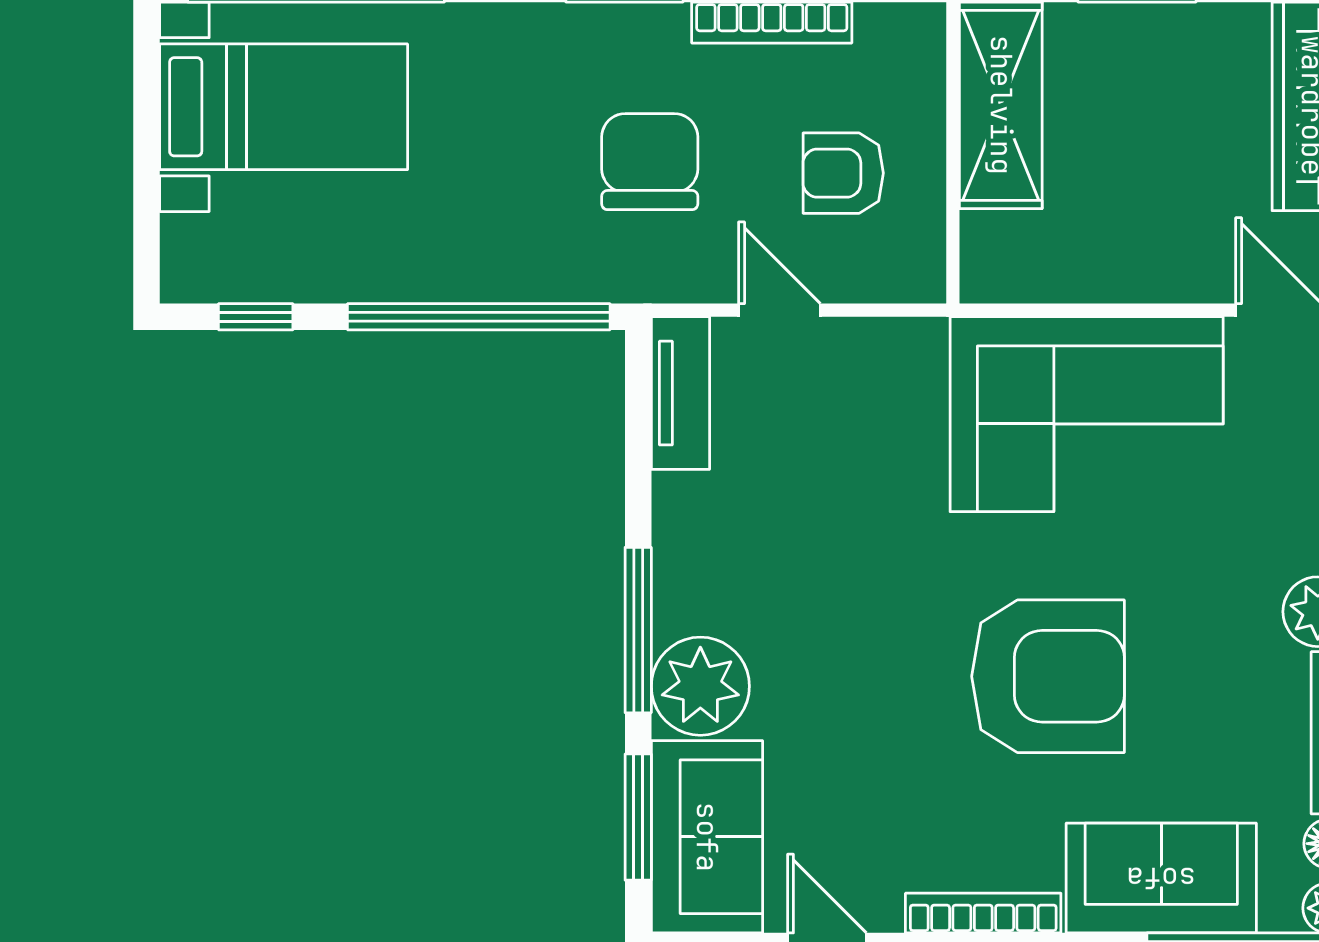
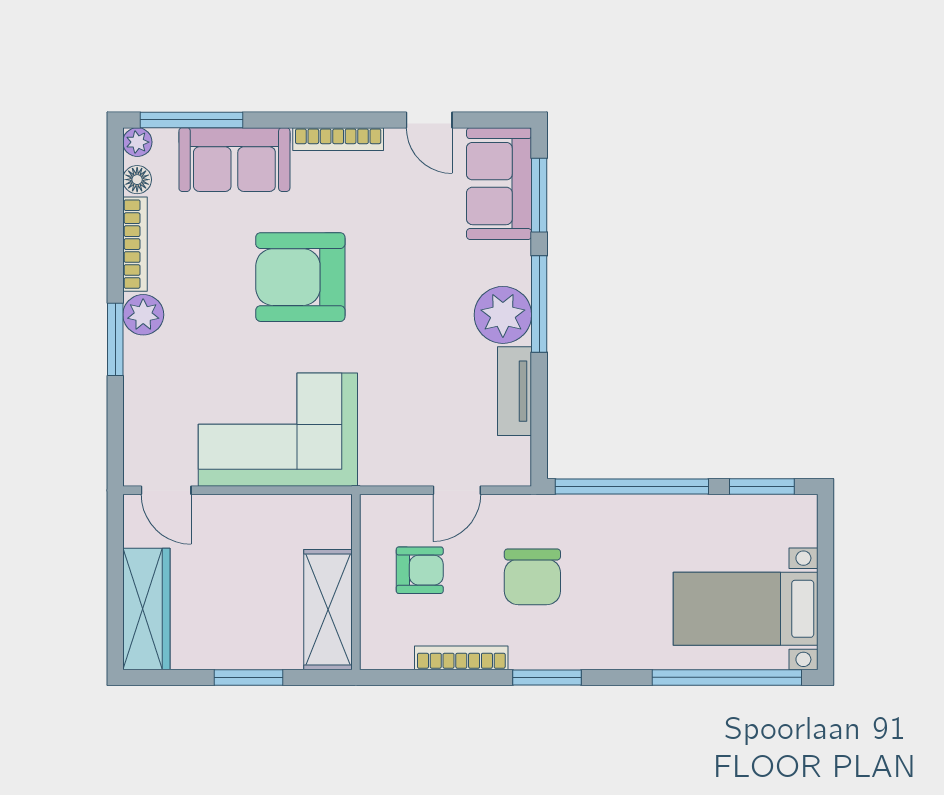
door: (779, 310) -> (457, 490), hinge flipped
window: (256, 317) -> (762, 486), width x1.50
tv unit: (680, 393) -> (515, 391), moved
plant: (700, 686) -> (503, 315), moved

